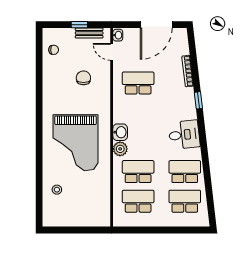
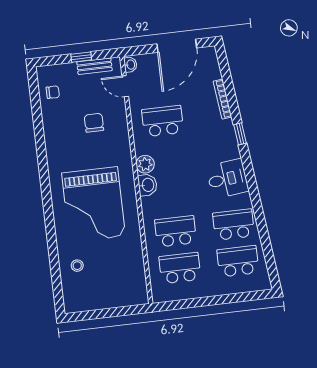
plant: (120, 149) -> (145, 164), moved

